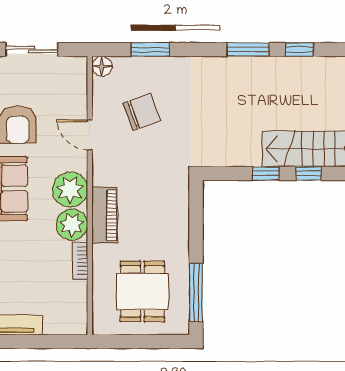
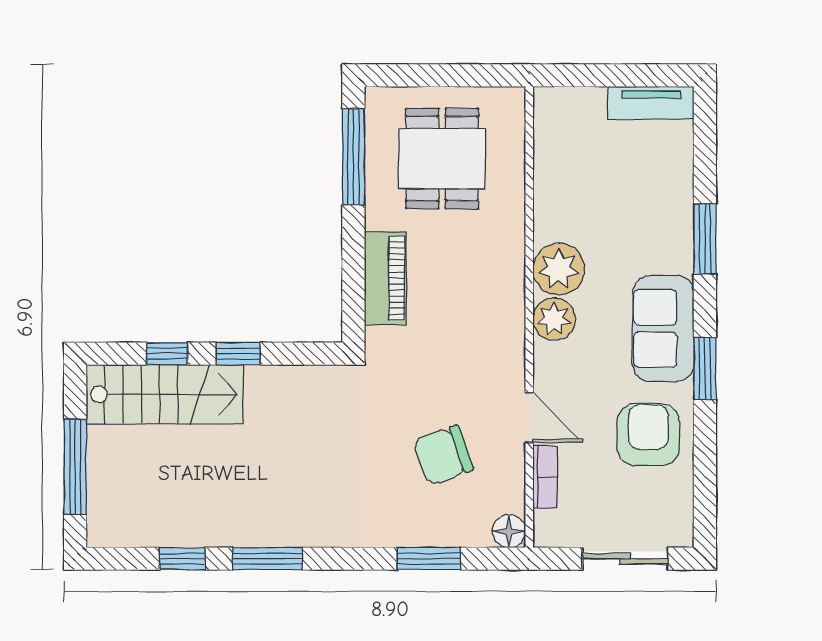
plant: (70, 190) -> (554, 319), width x0.73, depth x0.73
piano: (105, 215) -> (385, 278), moved, turned 180
bookcase: (80, 261) -> (545, 477), moved

